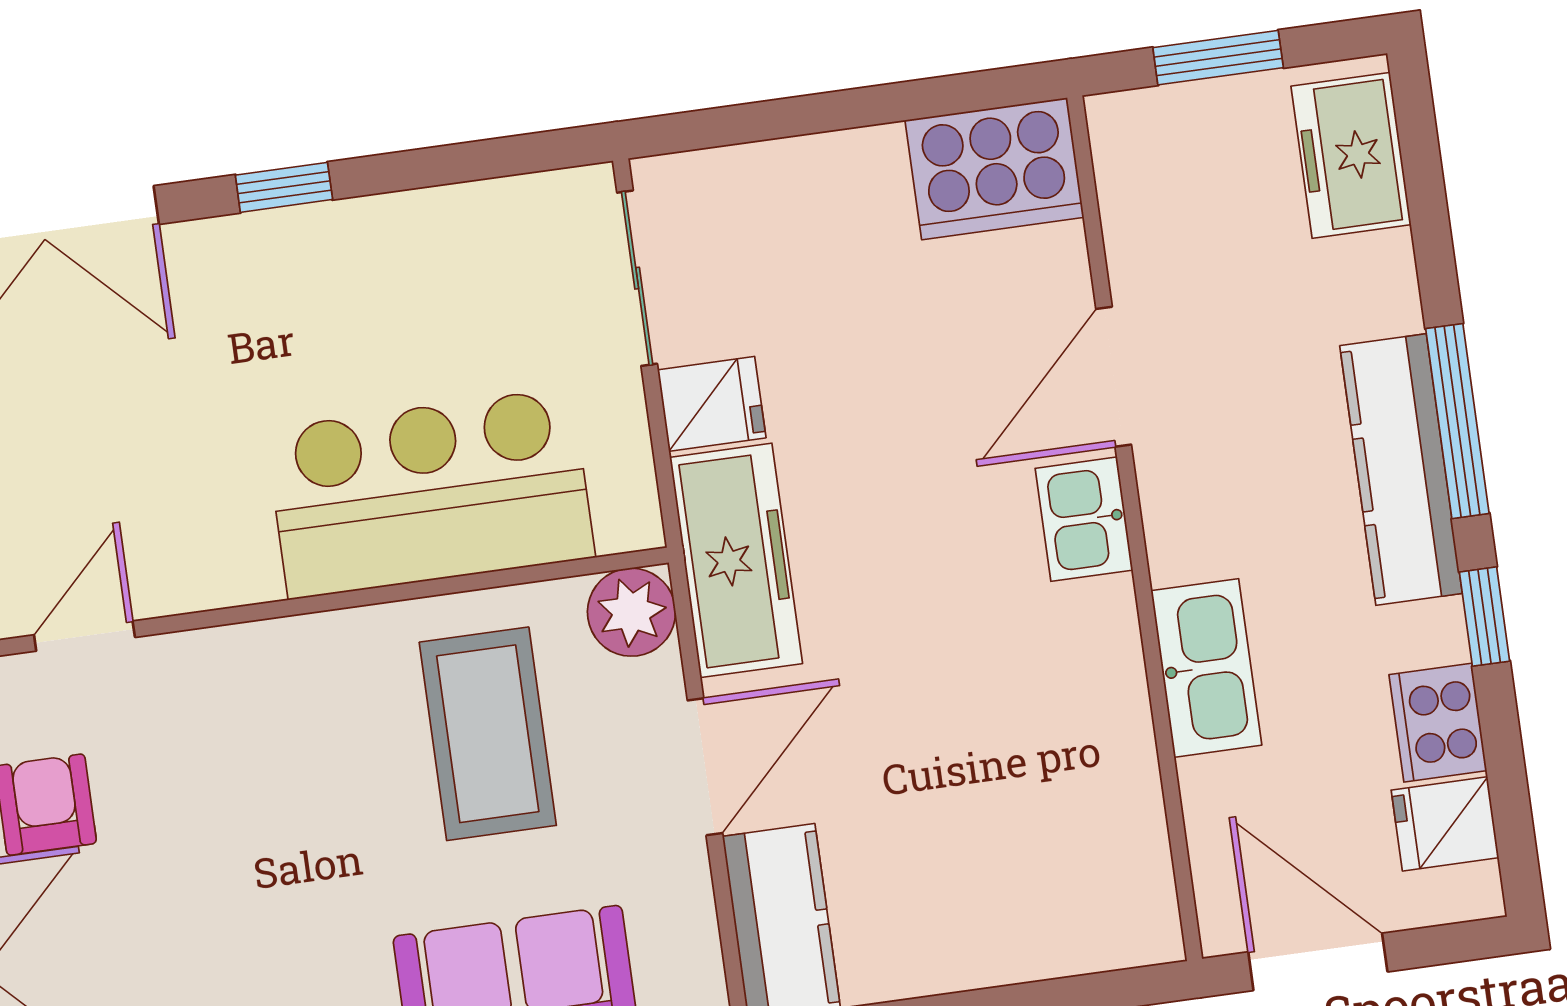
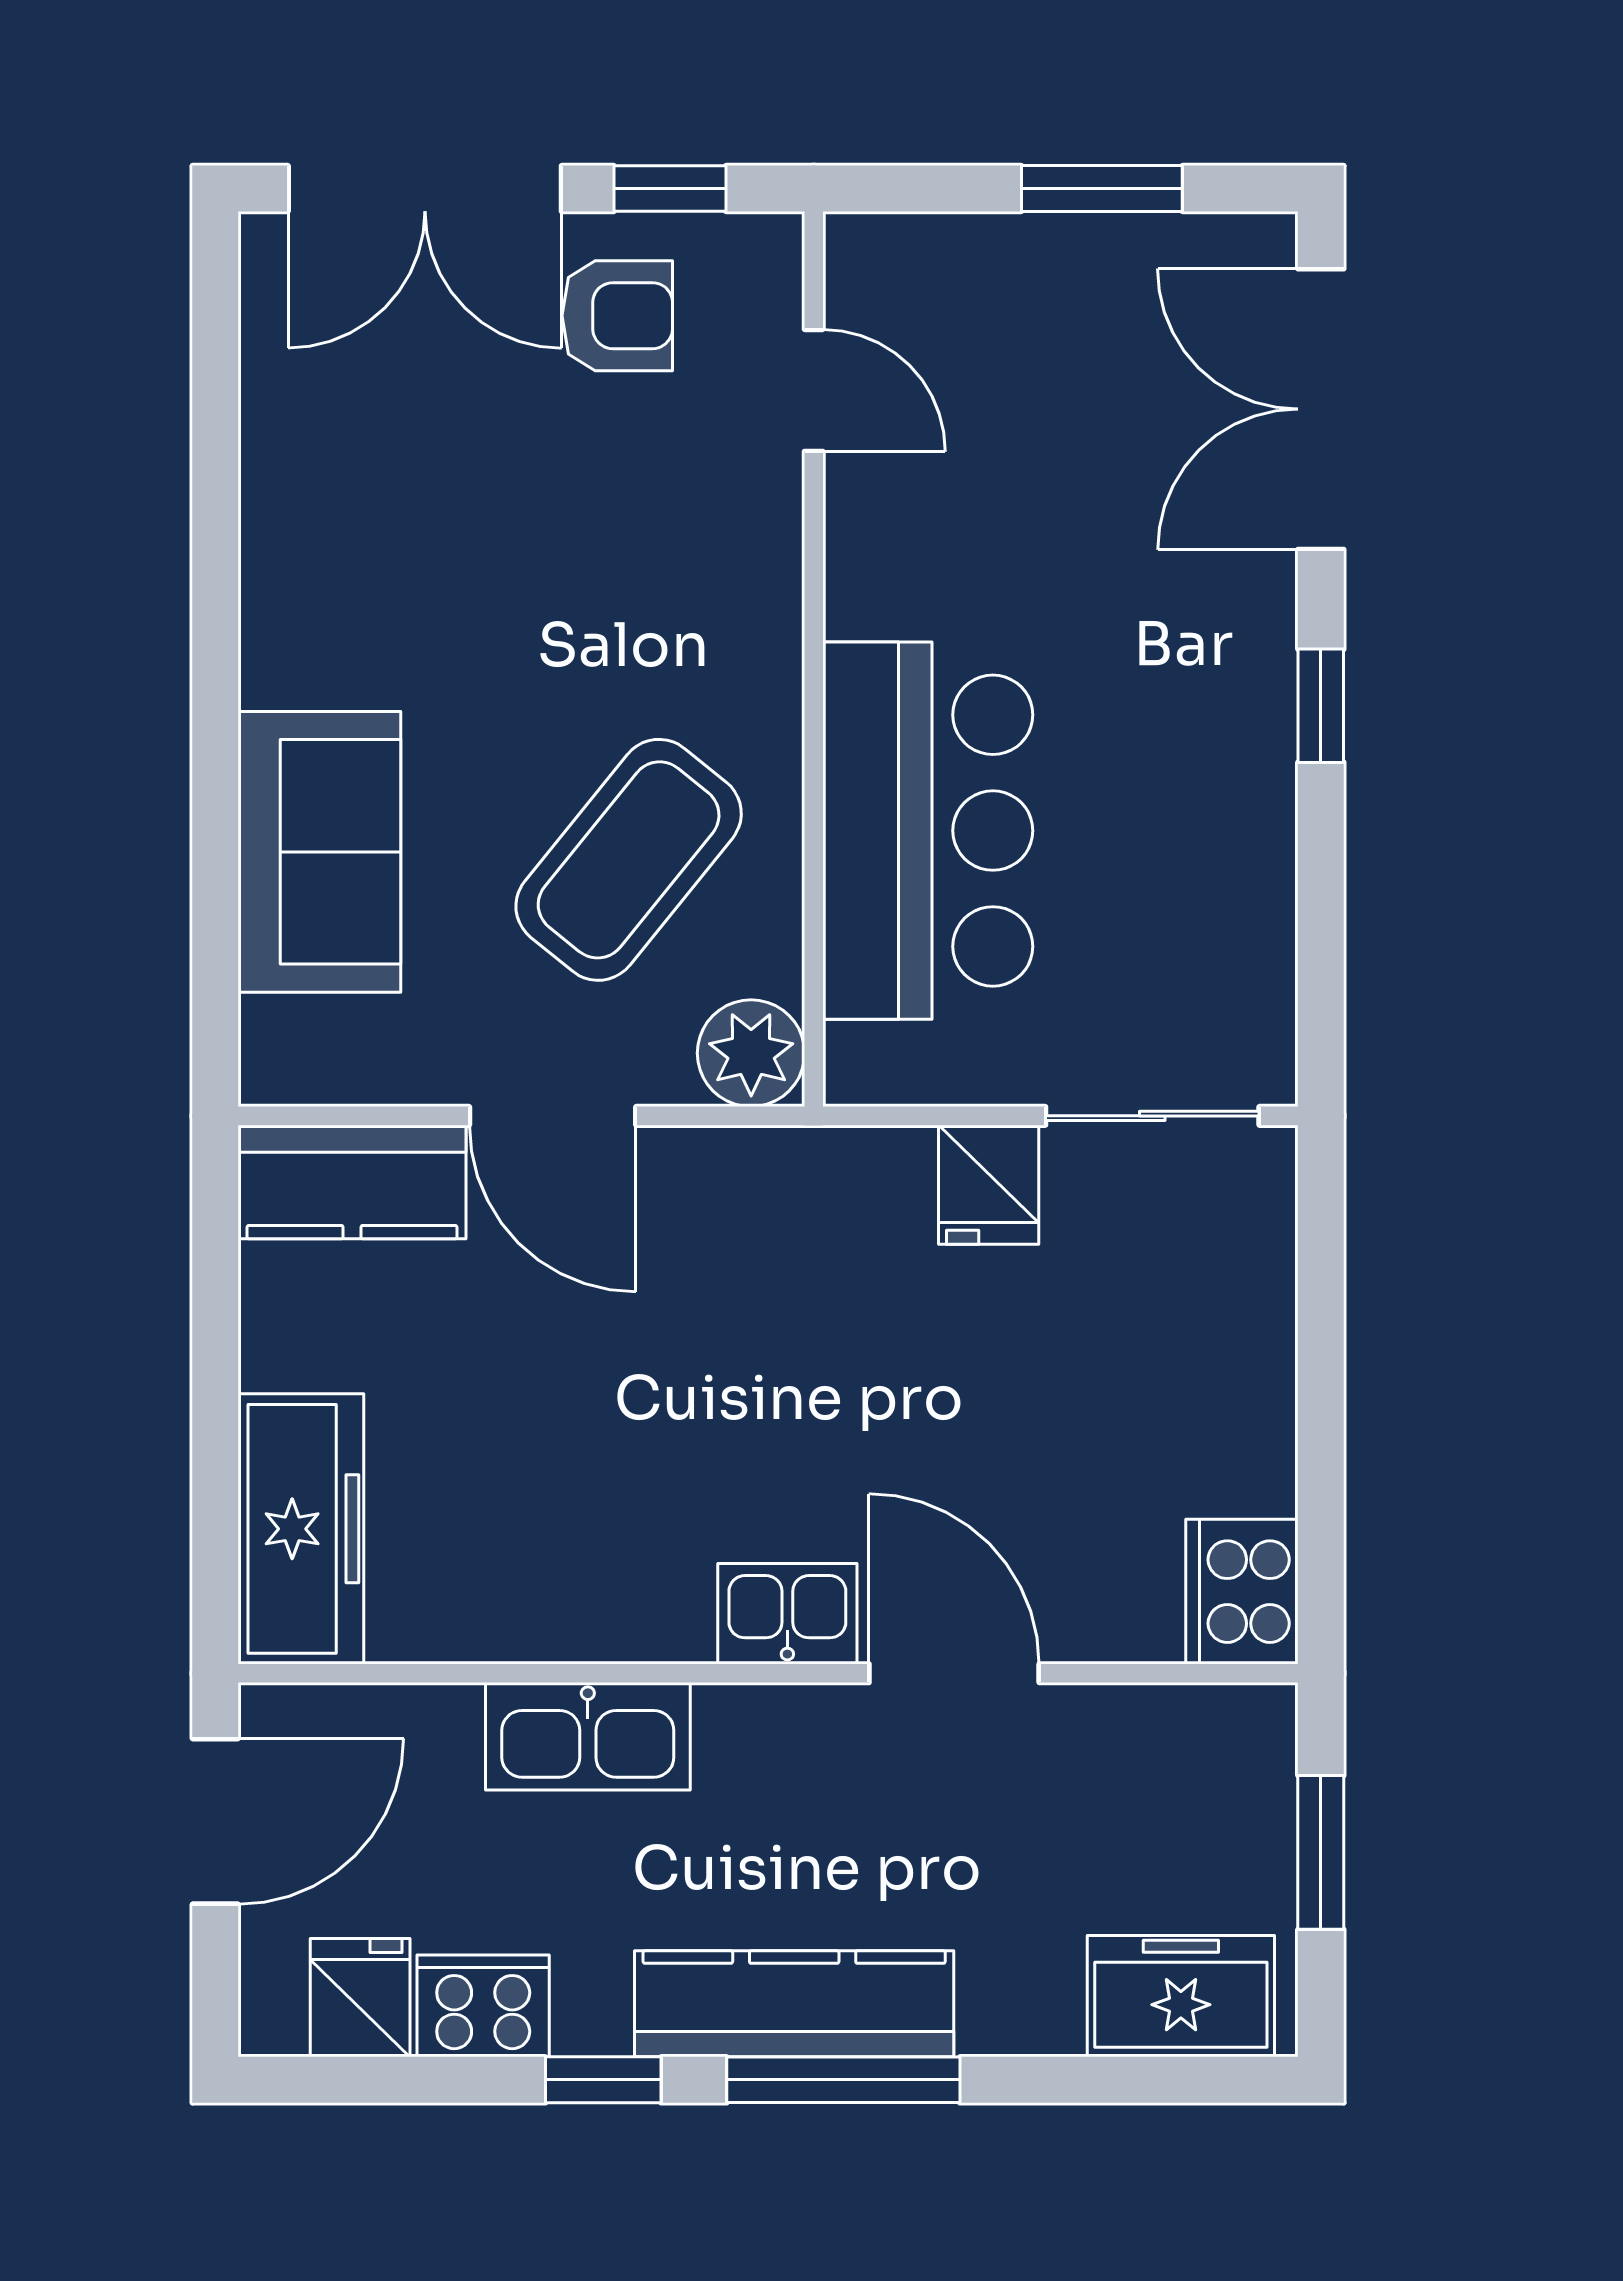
cooker: (994, 169) -> (1242, 1592), width x0.73, depth x0.76
freezer: (736, 560) -> (301, 1529), moved, turned -90
coffee table: (488, 734) -> (629, 860), turned -51

